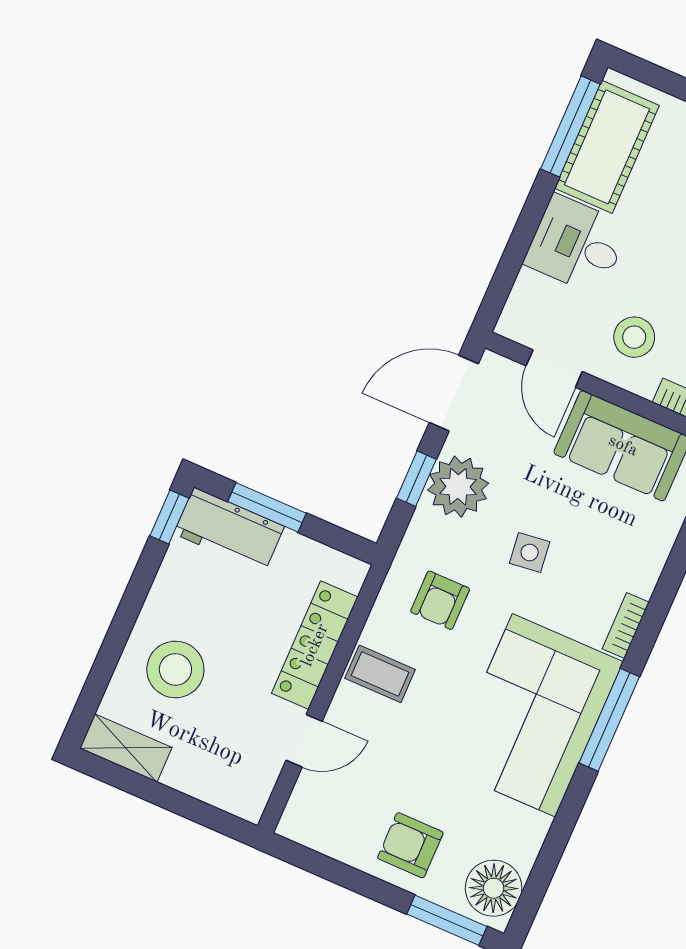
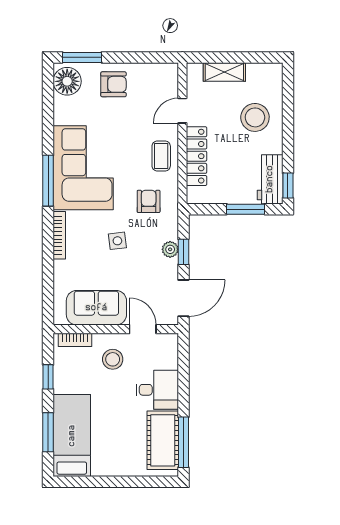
plant: (458, 487) -> (170, 249), width x0.53, depth x0.53
workbench: (229, 530) -> (270, 179), moved, turned -90
bookcase: (626, 626) -> (59, 235), width x1.56
coffee table: (380, 674) -> (161, 156), turned 90
shelving: (126, 748) -> (224, 72), moved

